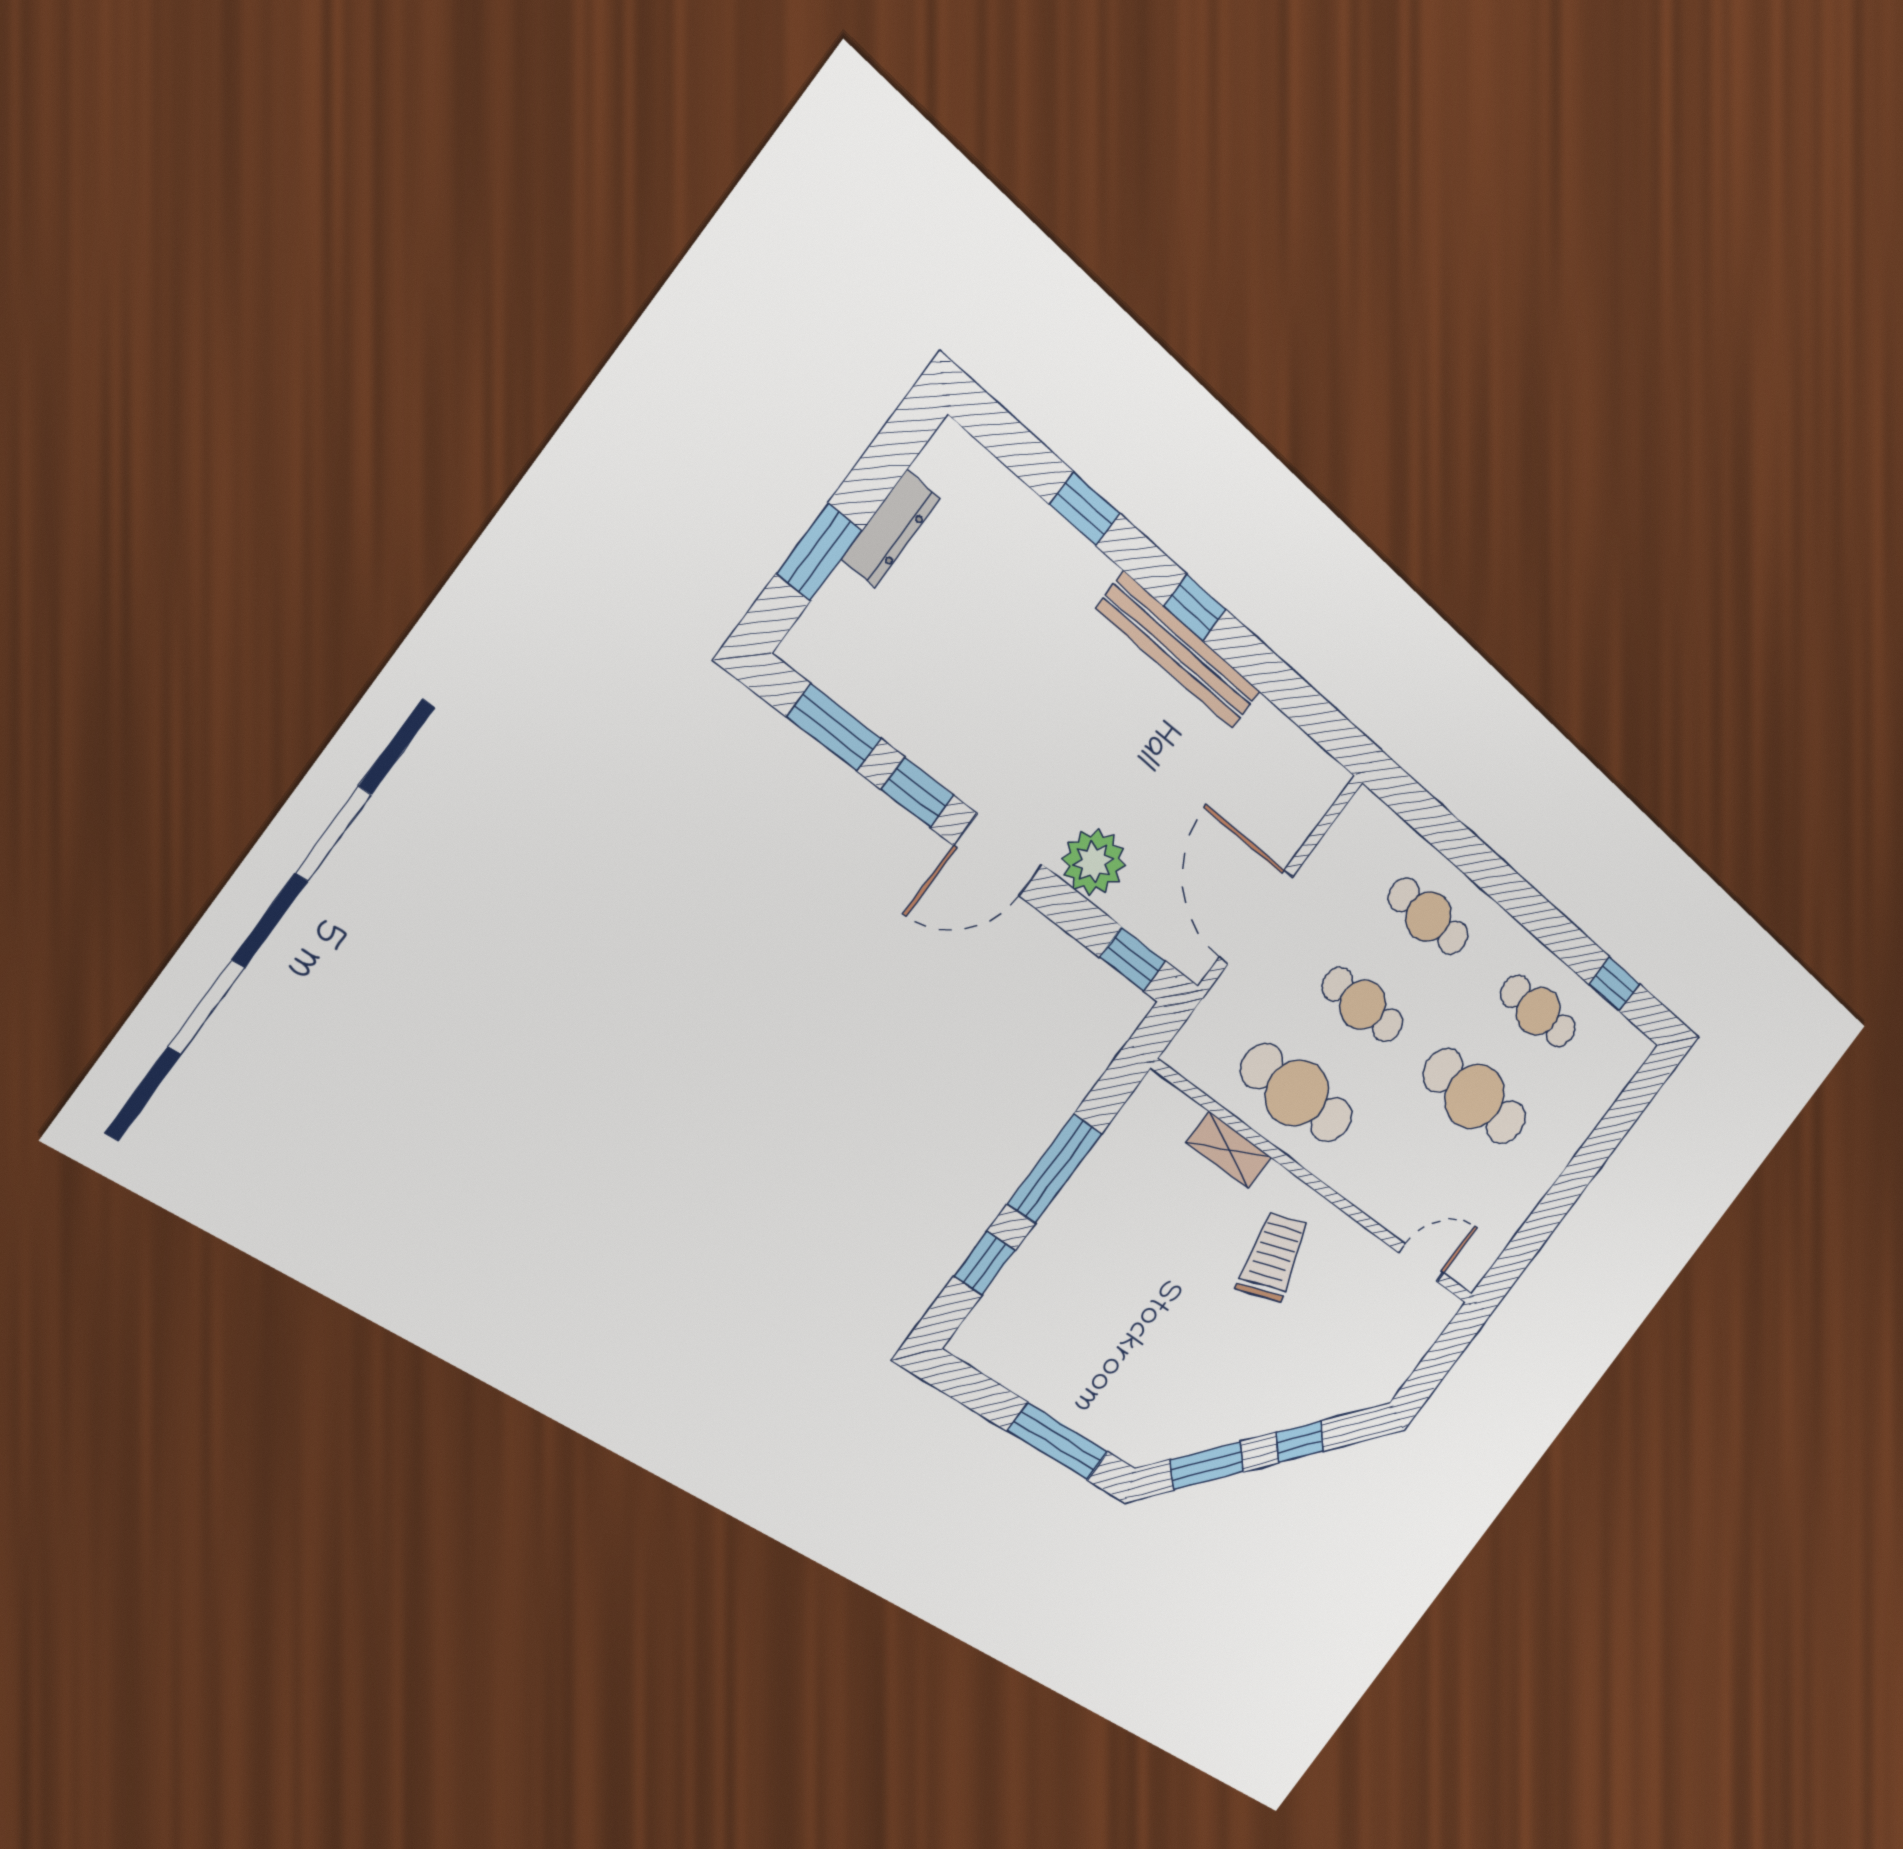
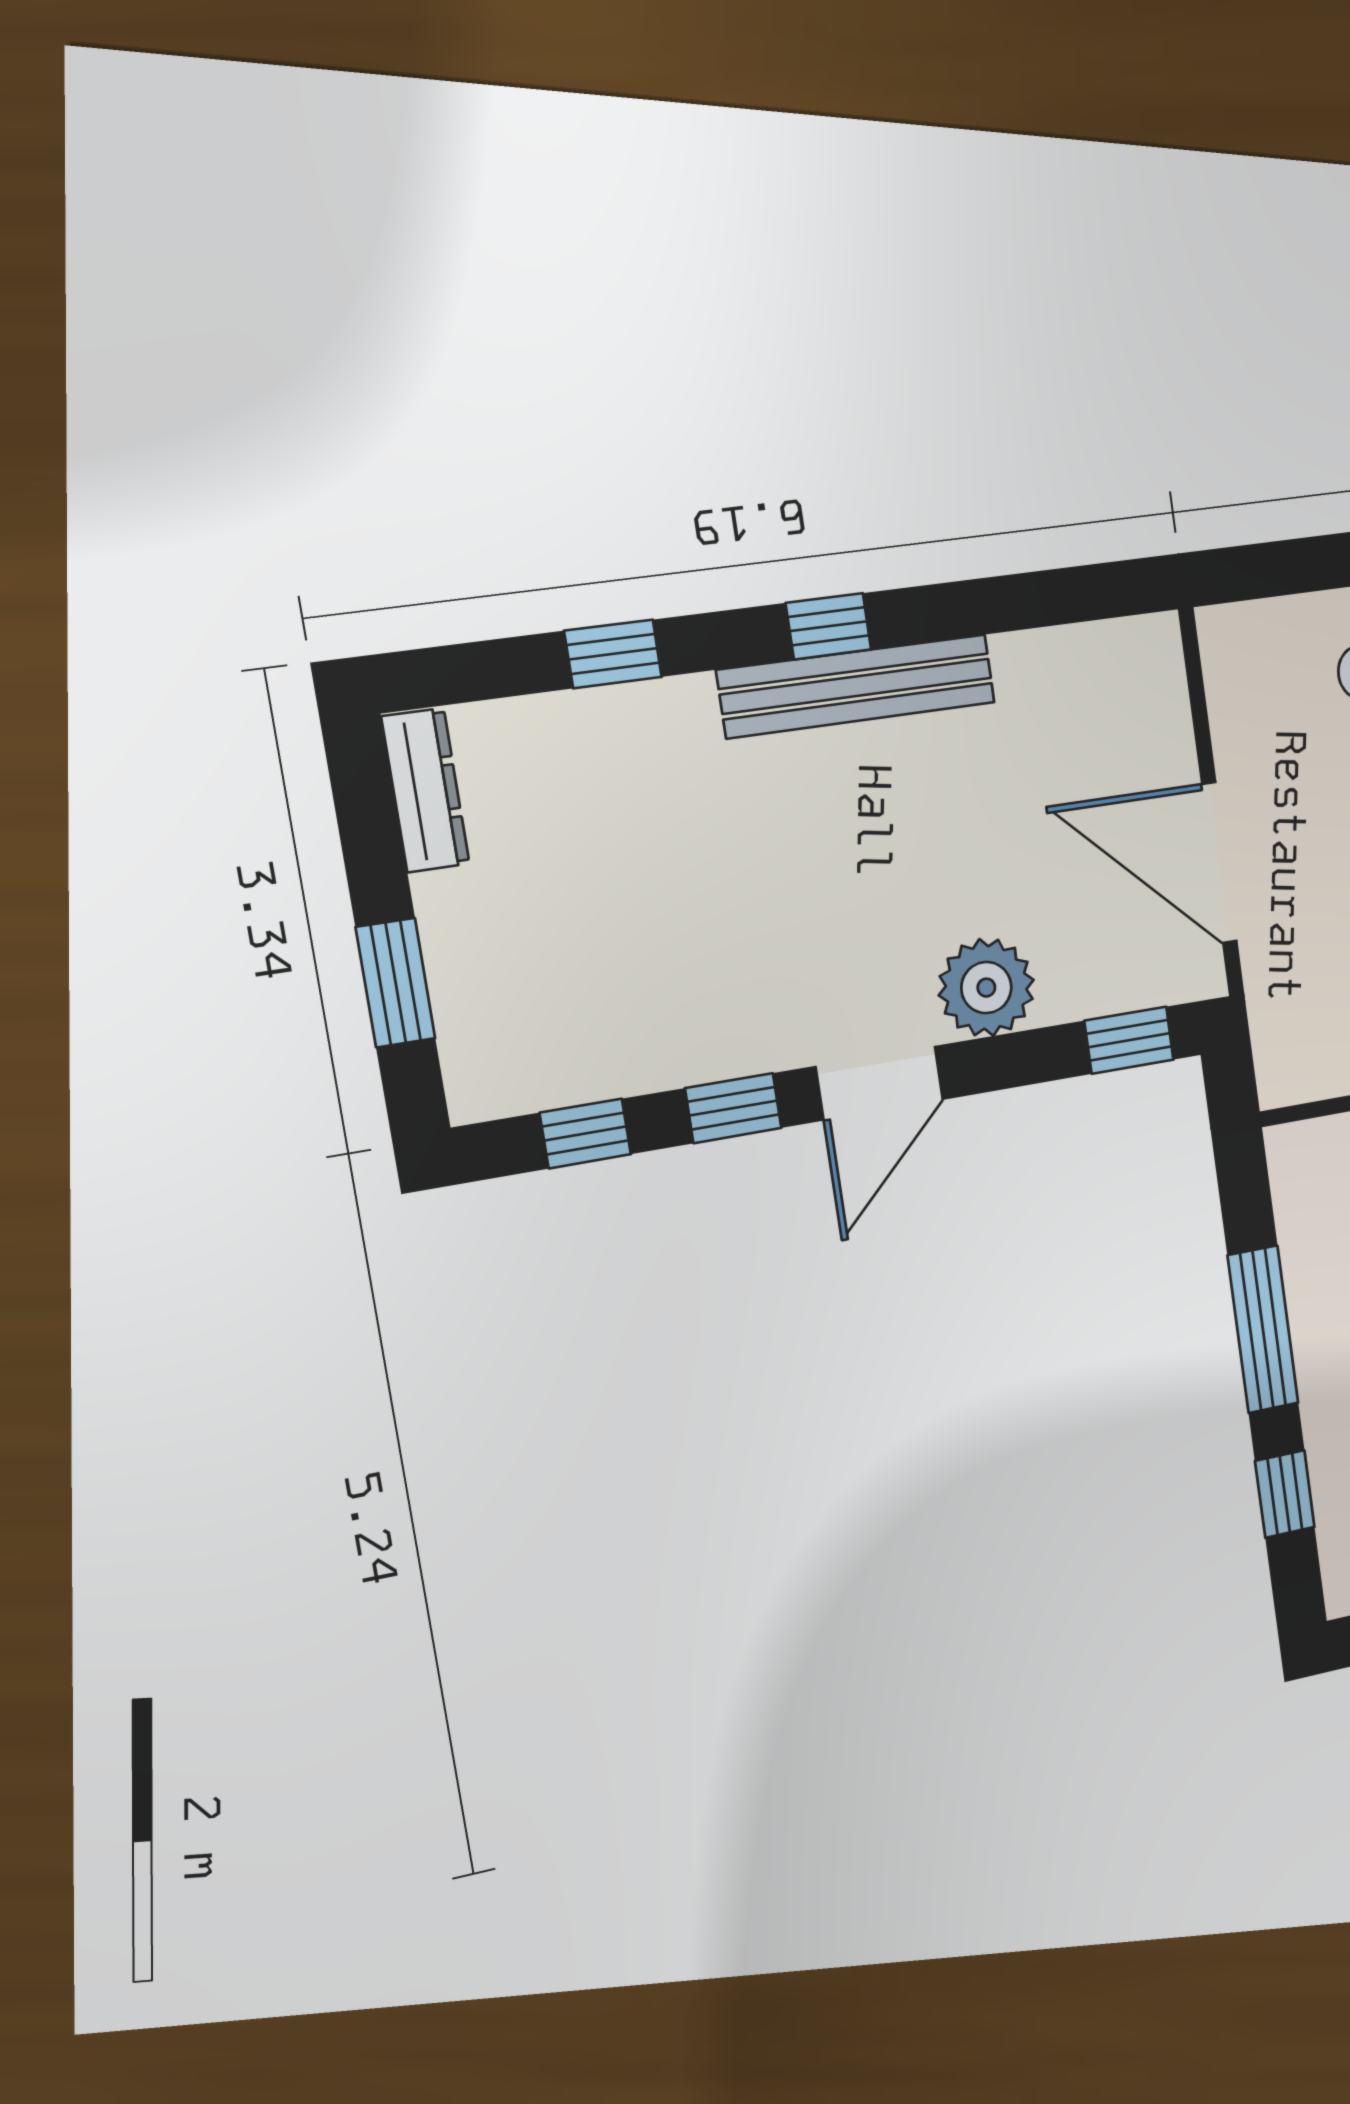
dresser: (891, 529) -> (425, 790), moved
window: (834, 728) -> (585, 1134), width x0.67

